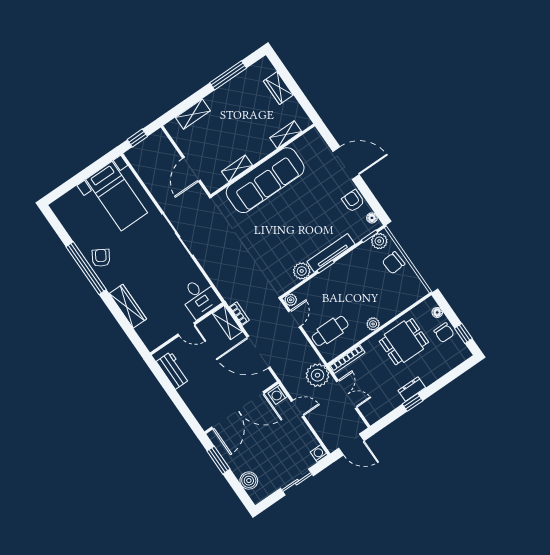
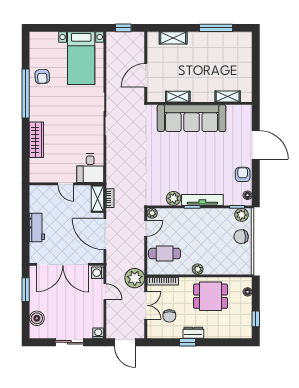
wardrobe: (278, 88) -> (245, 61), removed
armchair: (101, 258) -> (42, 77), moved, turned 145
chair: (444, 333) -> (169, 316), moved
workbench: (173, 370) -> (37, 227), moved

